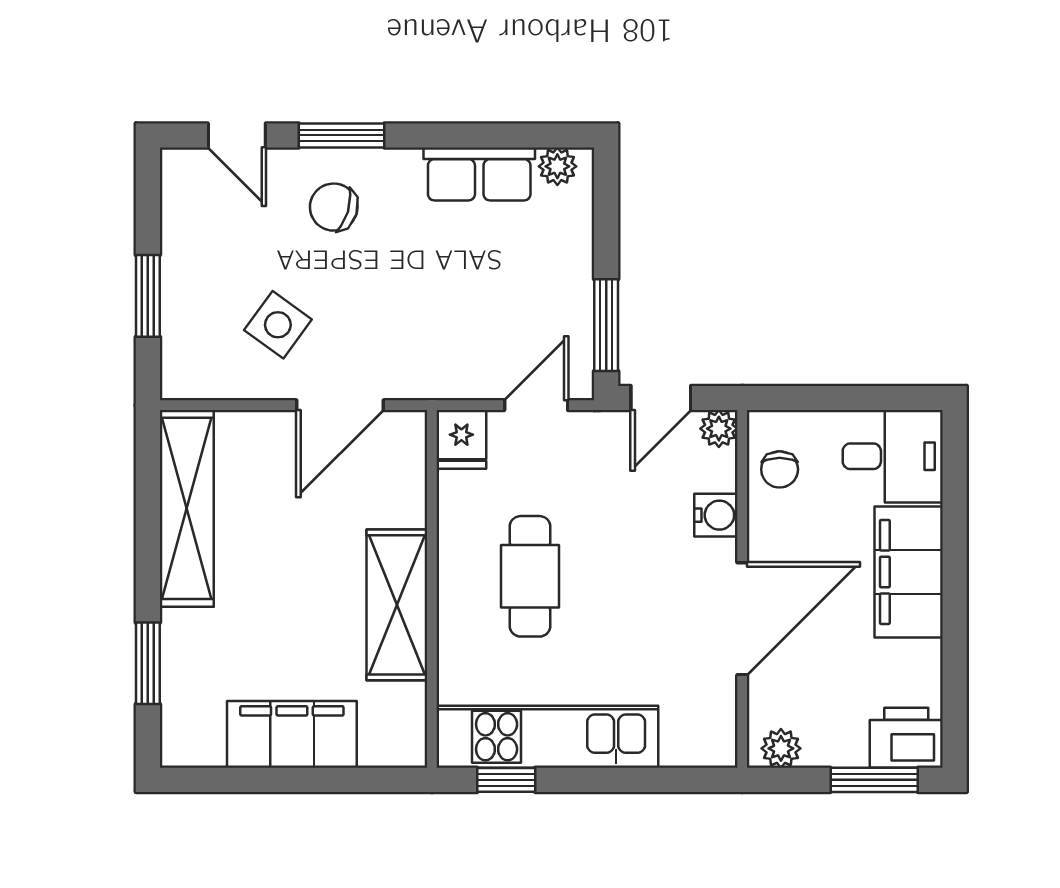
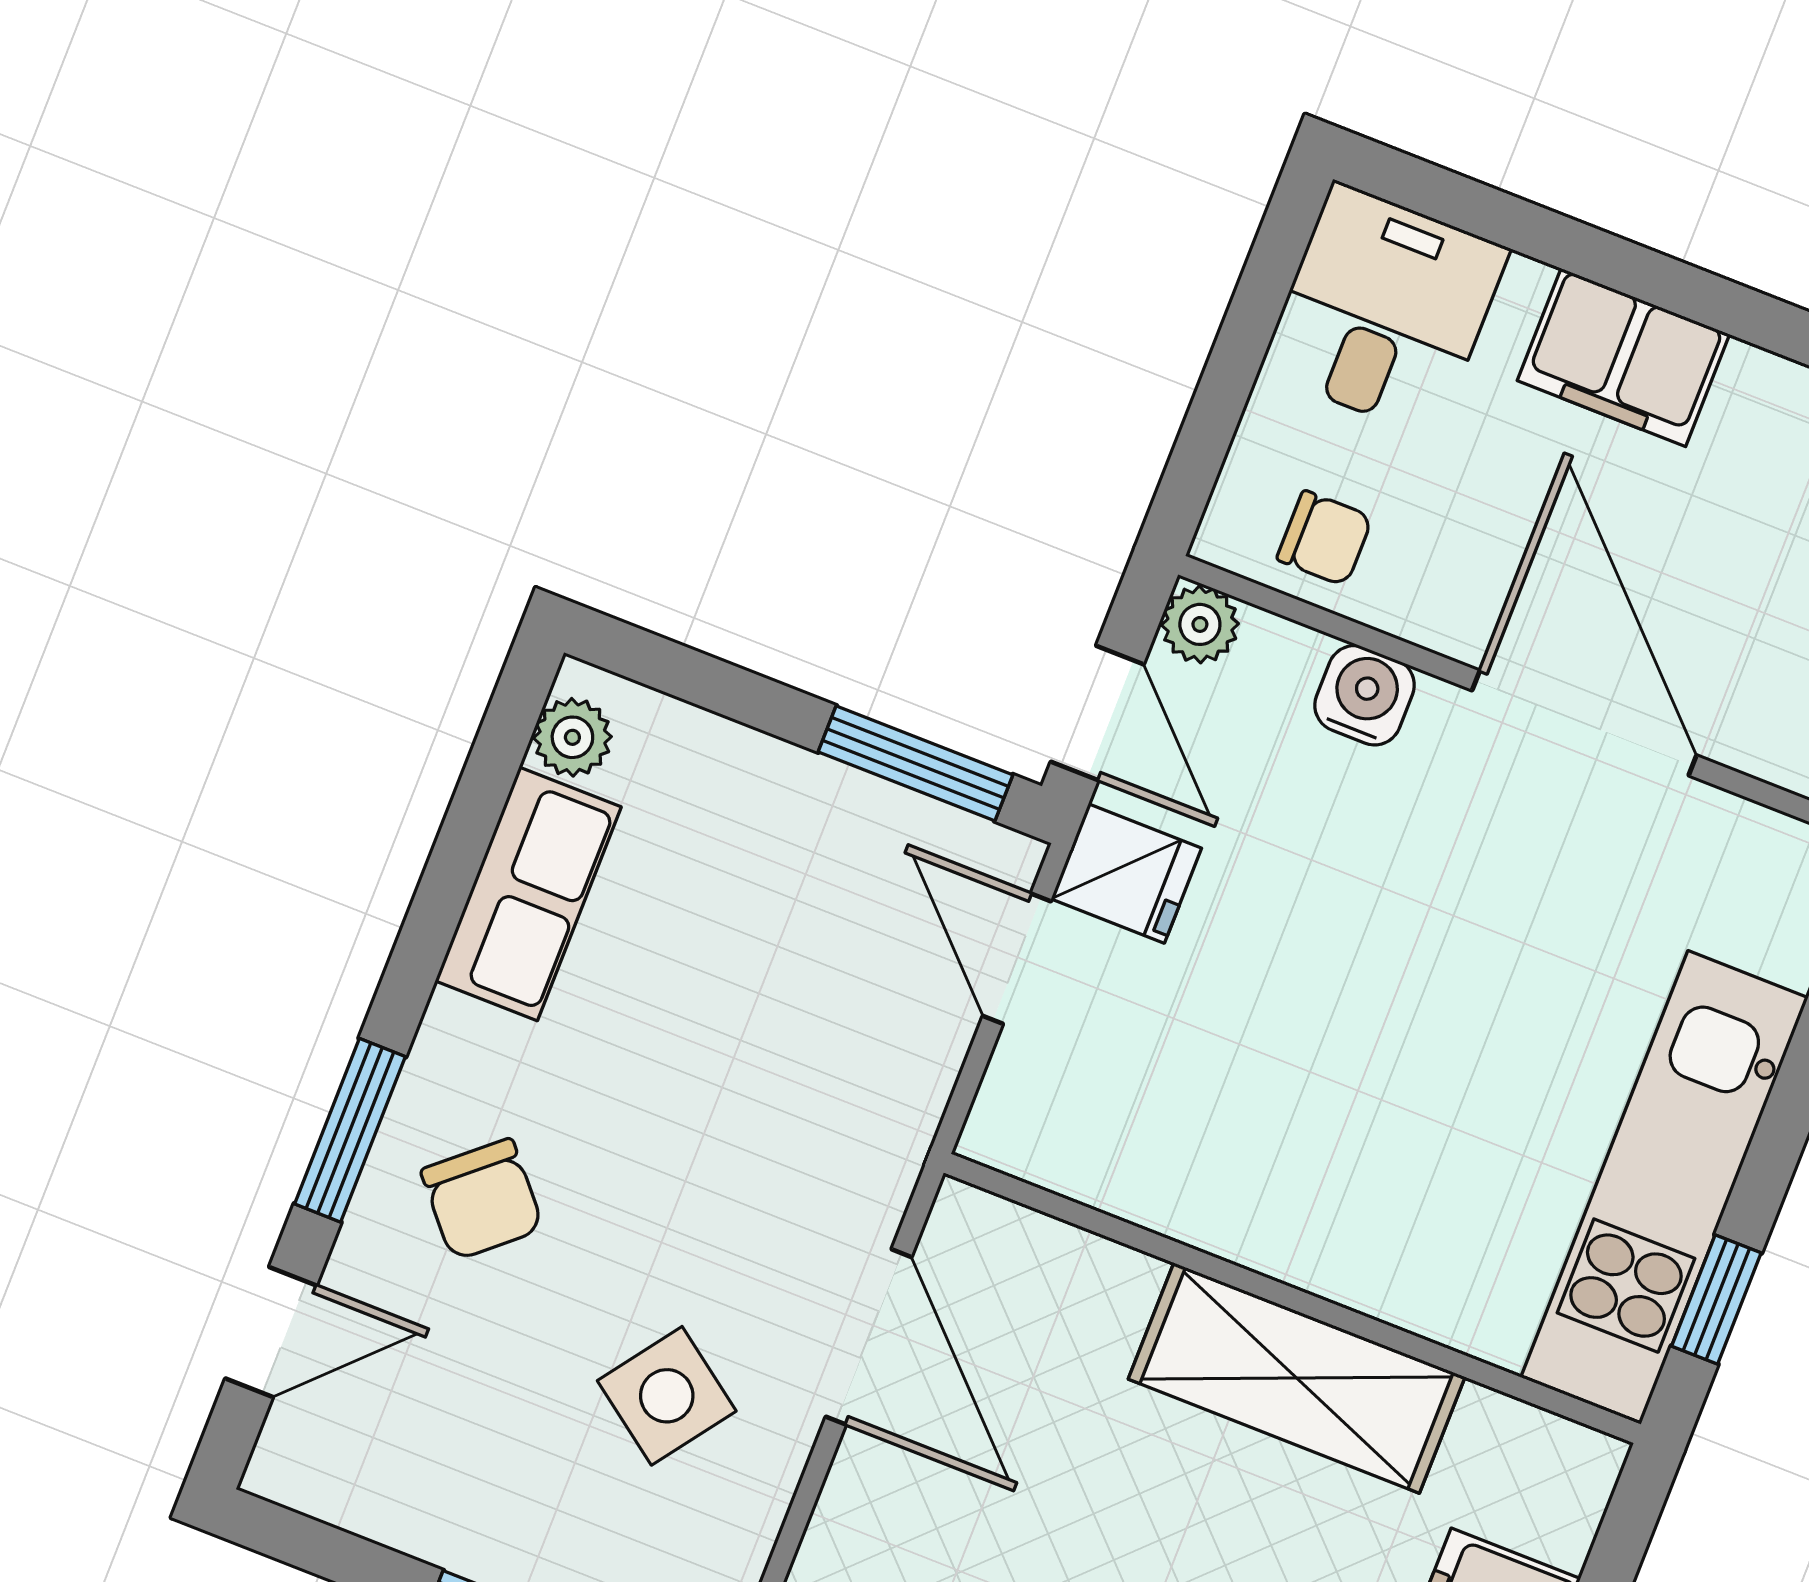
chair: (334, 207) -> (482, 1199), turned -58
fridge: (461, 439) -> (1126, 874), moved
filing cabinet: (909, 572) -> (1623, 357), width x0.67, depth x0.86
cafe table: (530, 576) -> (1342, 1100), removed

